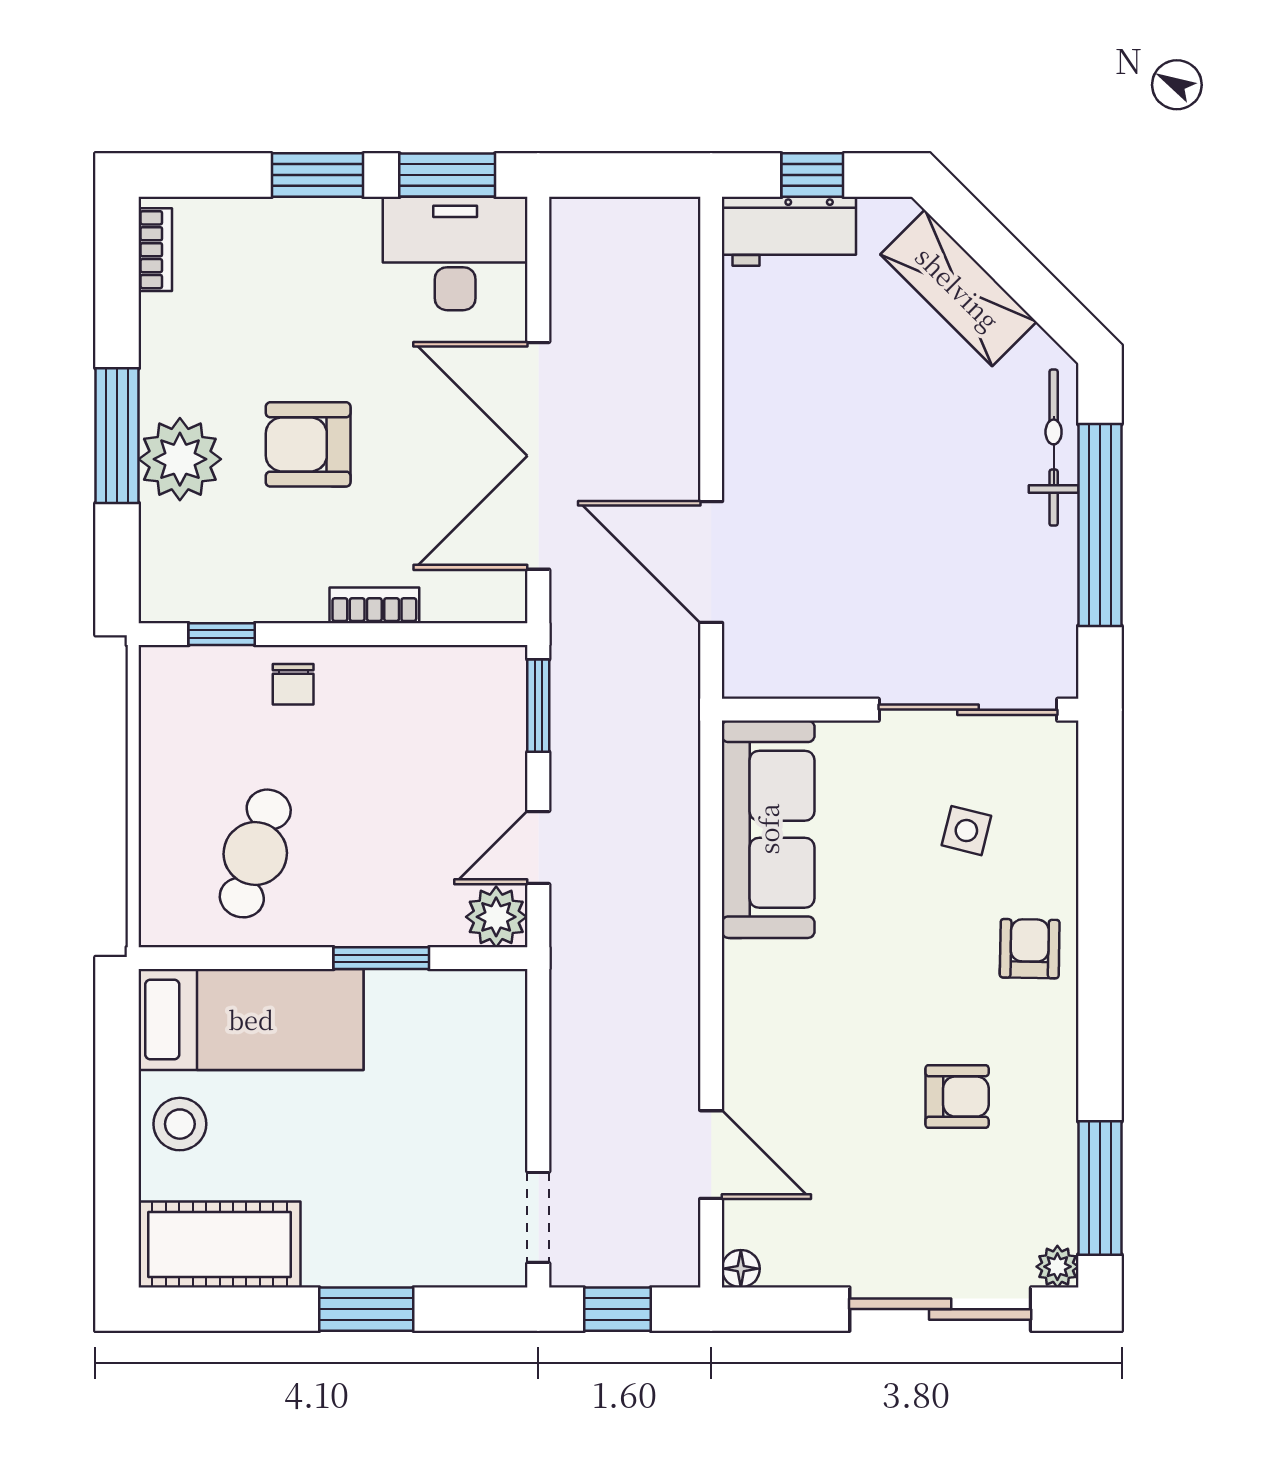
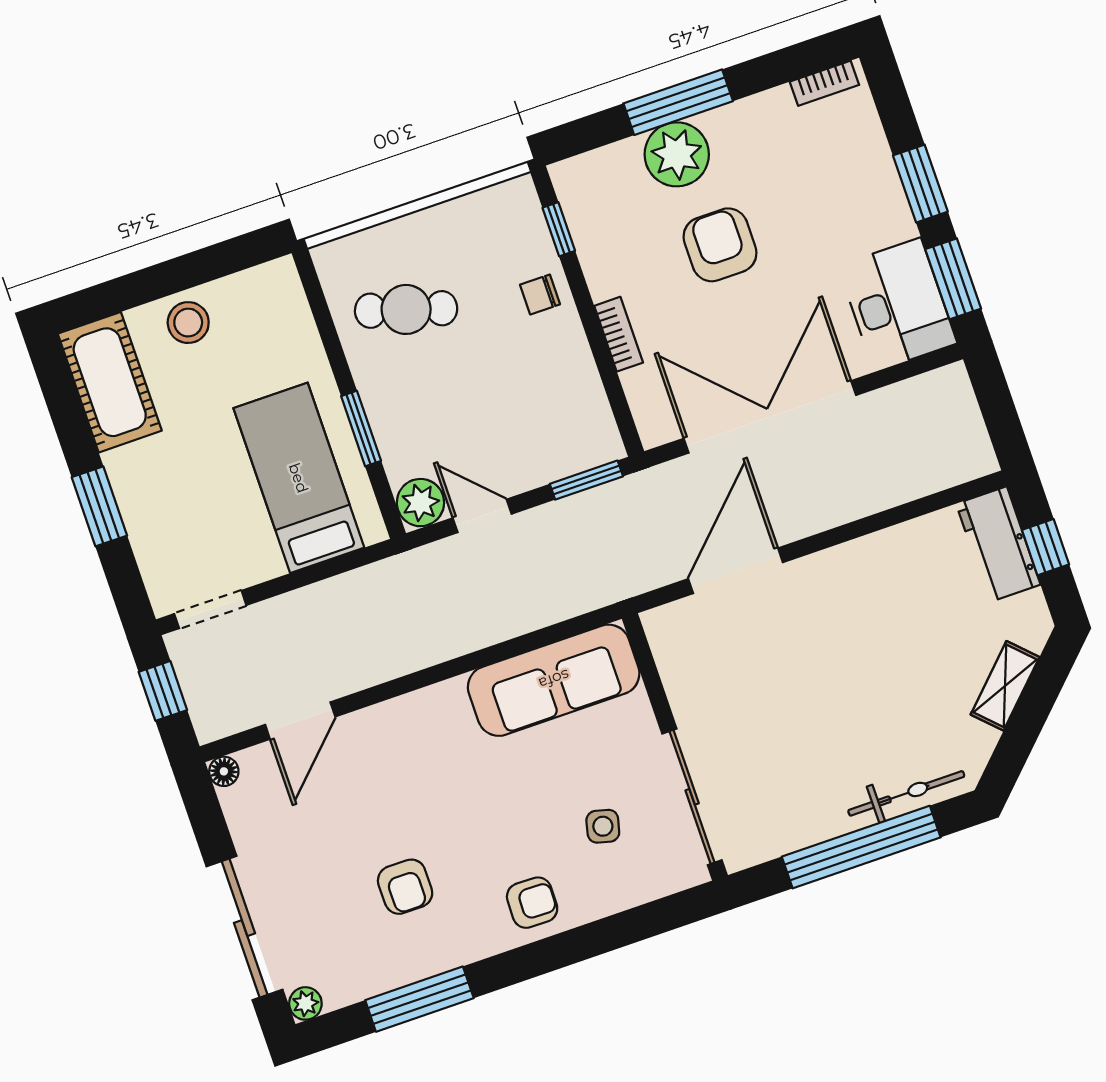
shelving: (958, 288) -> (1005, 686), width x0.67, depth x0.75
bed: (251, 1019) -> (299, 478), moved, turned 180
window: (1100, 1188) -> (419, 999), moved

